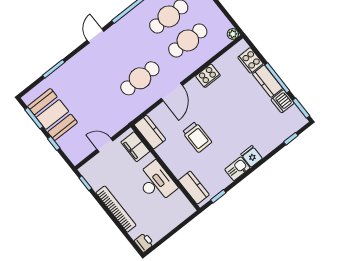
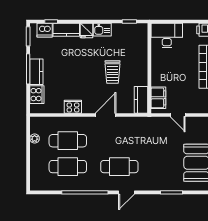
plant: (233, 34) -> (35, 139), moved
cafe table: (140, 78) -> (119, 167), moved
dishwasher: (283, 101) -> (45, 30), moved, turned 90
trolley: (197, 137) -> (112, 72), turned 180
desk: (156, 182) -> (167, 36), moved, turned 90
kitchen counter: (194, 188) -> (66, 30), moved, turned -90

